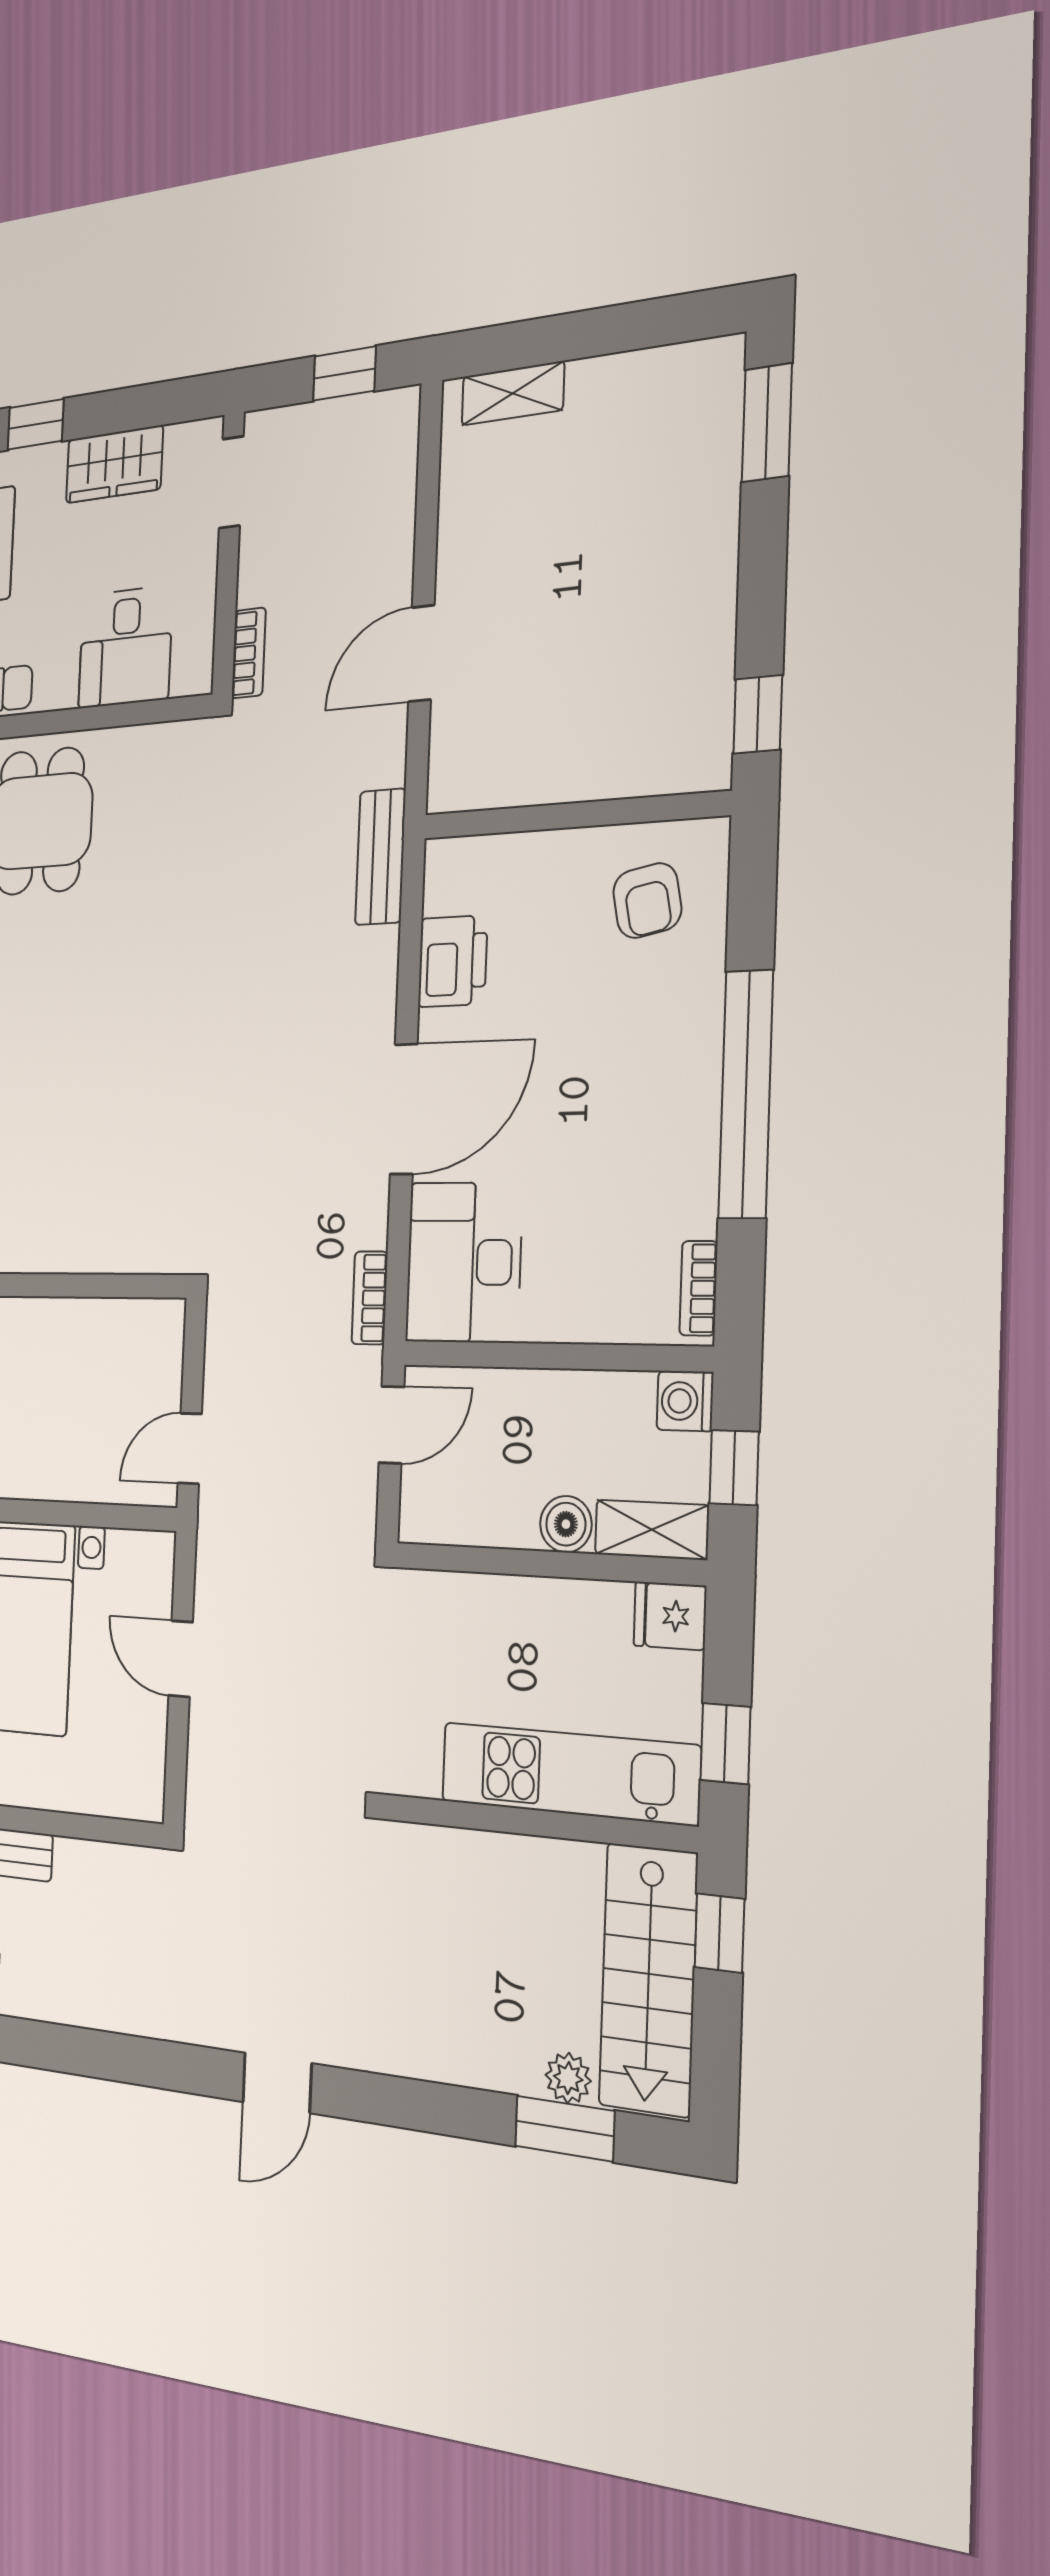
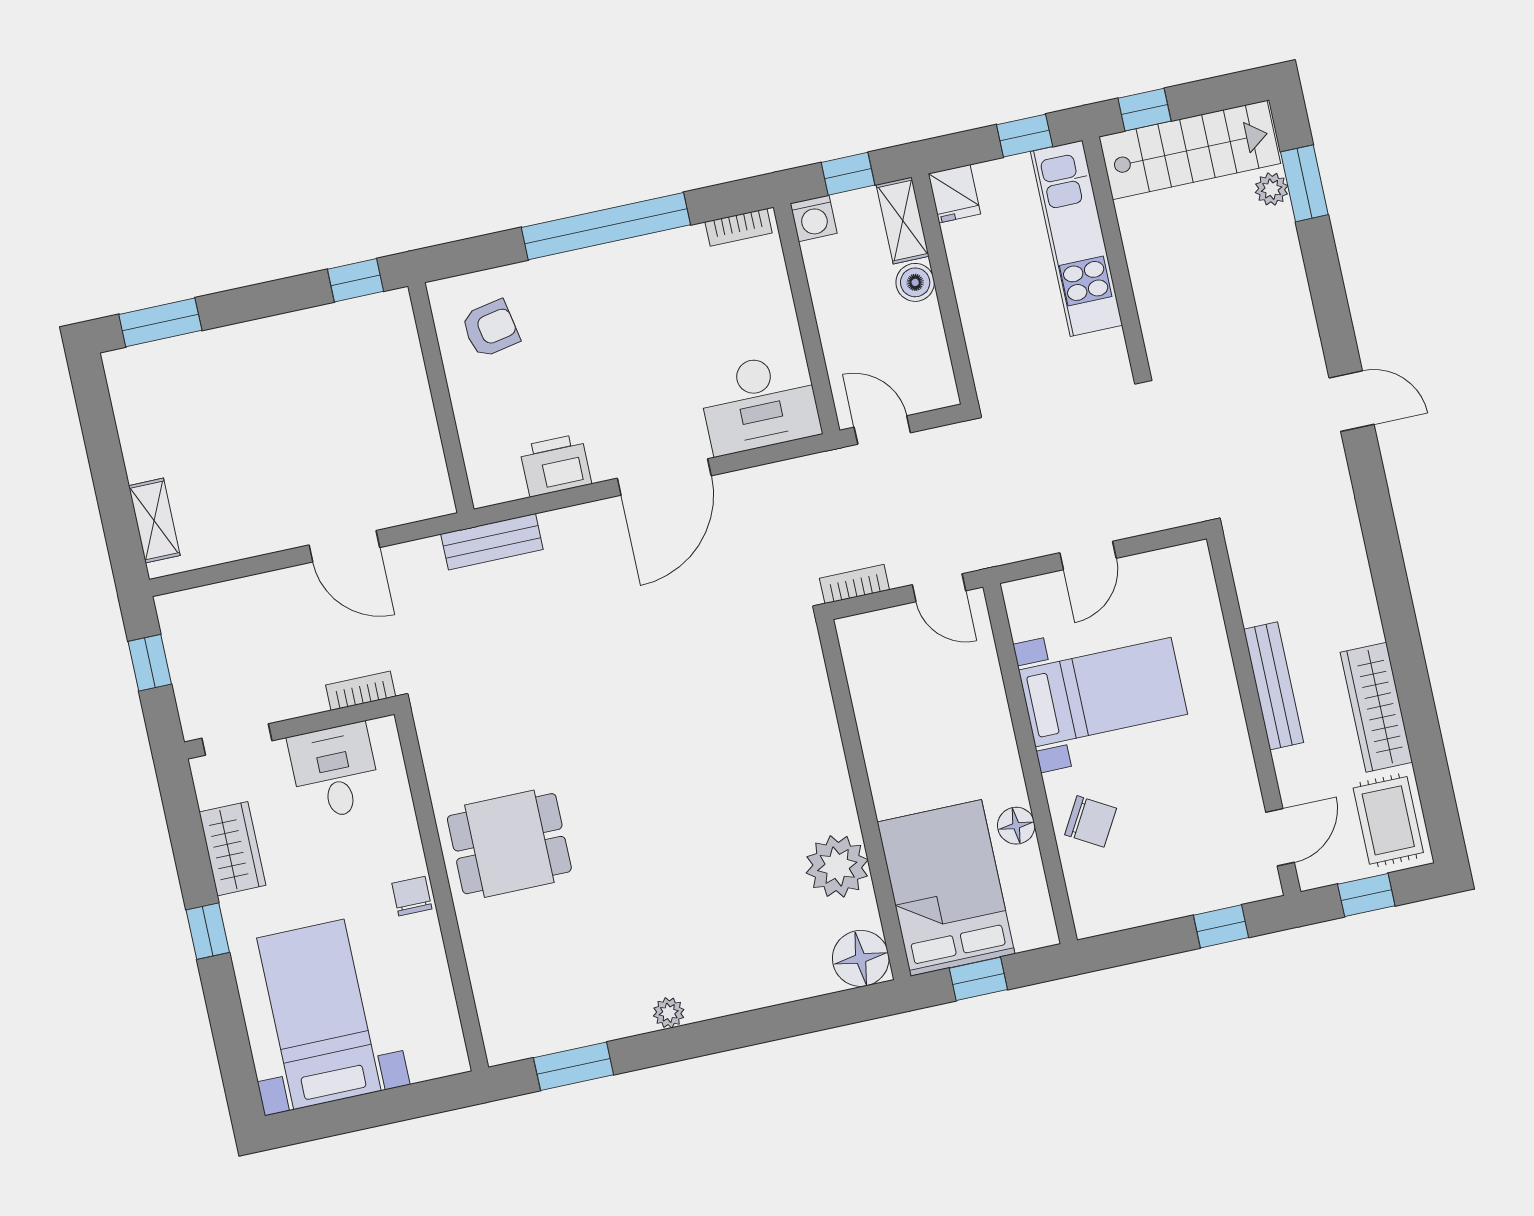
desk: (125, 647) -> (335, 772), moved, turned -90
door: (404, 1109) -> (664, 477), swing flipped
bookcase: (370, 1298) -> (854, 584), moved, turned 180

